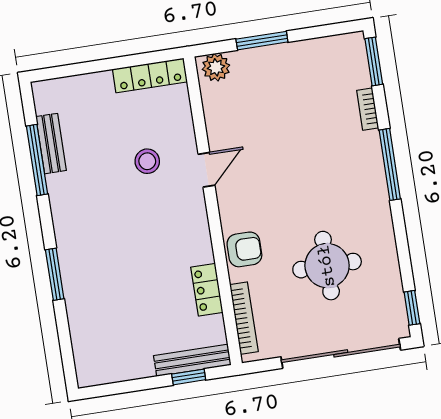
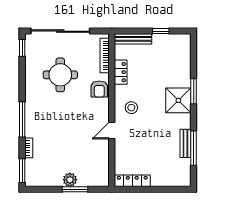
plant: (216, 67) -> (70, 180), moved
bench: (51, 144) -> (185, 143), moved
stool: (147, 161) -> (131, 108), moved
armchair: (244, 249) -> (99, 89), turned -90
shower: (82, 251) -> (178, 100), added
window: (189, 377) -> (161, 31), moved

